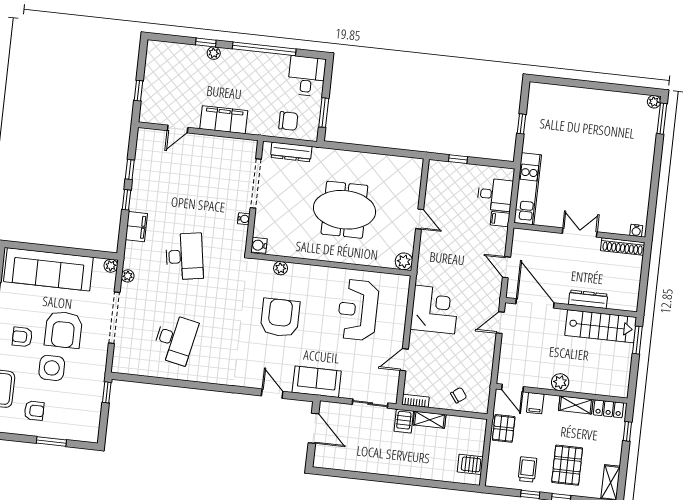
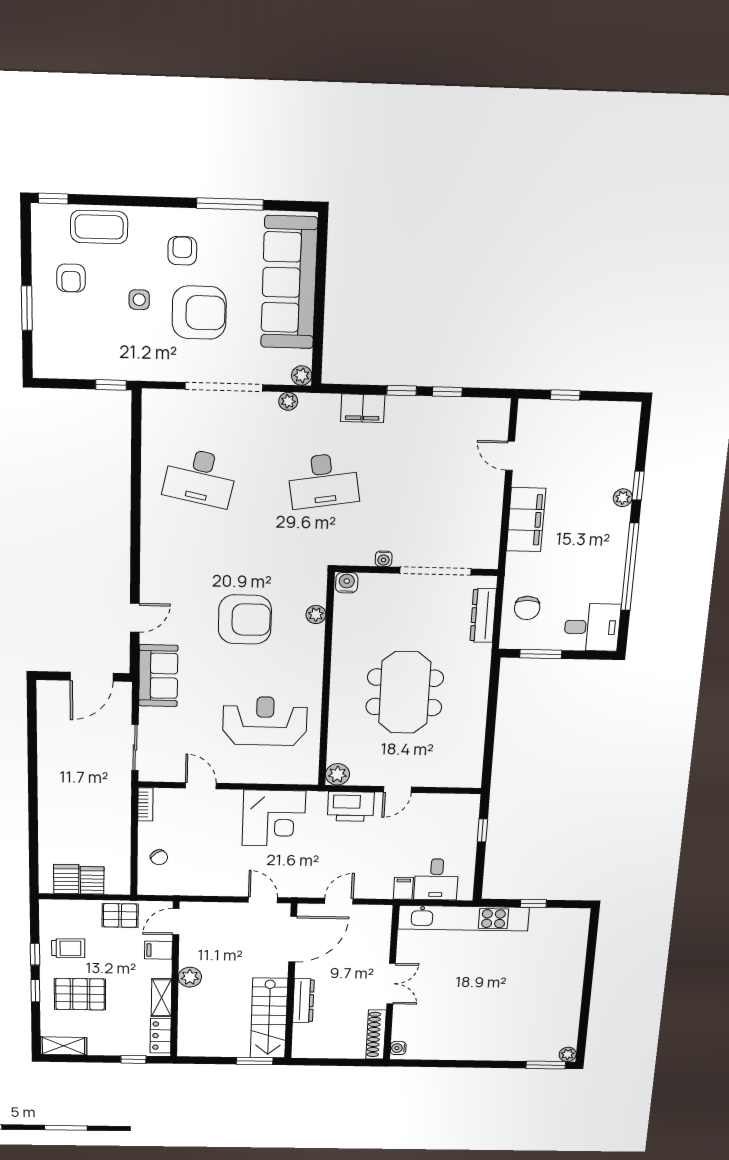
kitchen unit: (528, 189) -> (464, 918), width x1.36
printer: (430, 253) -> (351, 806), added
armchair: (63, 330) -> (199, 313), turned 180
side table: (52, 368) -> (139, 300), width x0.54, depth x0.54
shelving: (430, 420) -> (121, 824), removed
server rack: (404, 421) -> (92, 880), moved, turned 90

